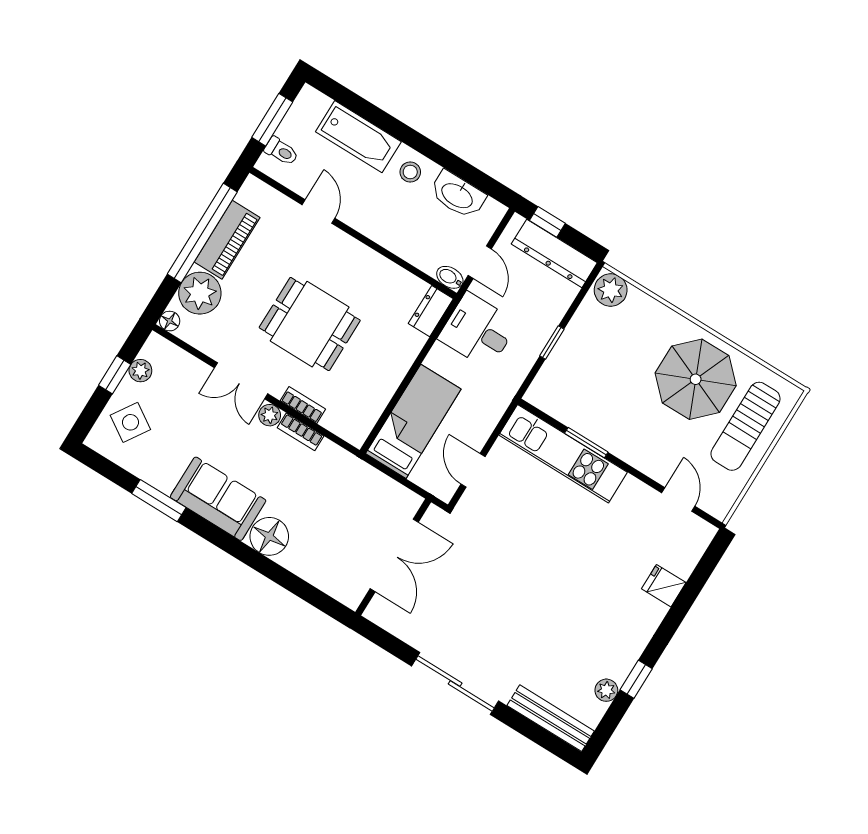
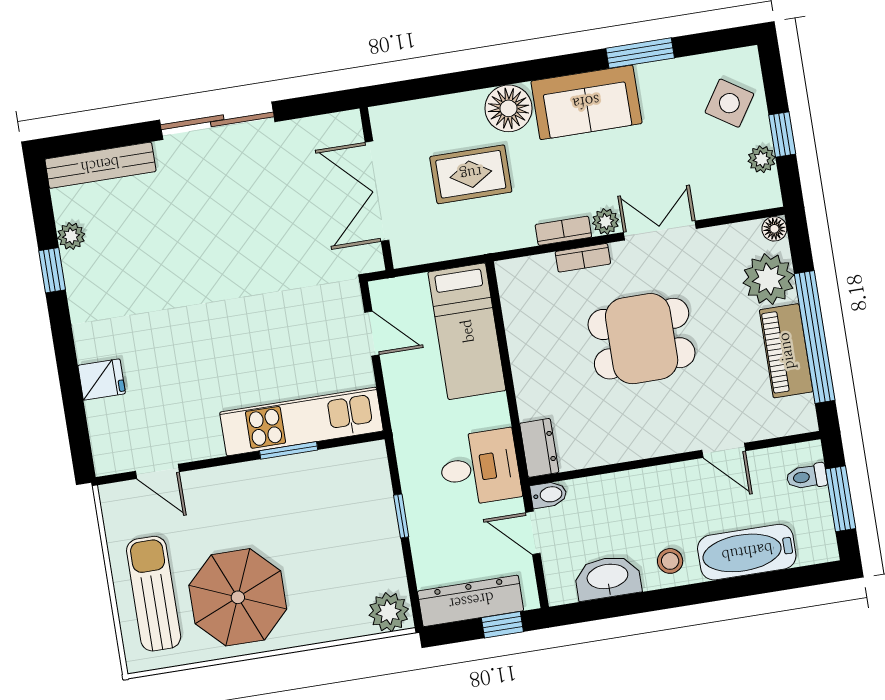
rug: (327, 516) -> (471, 174), added

